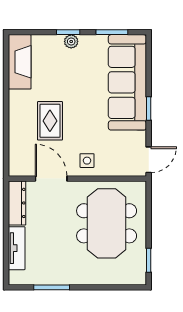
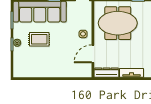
fireplace: (20, 62) -> (28, 71), removed
rug: (50, 121) -> (39, 39), moved

